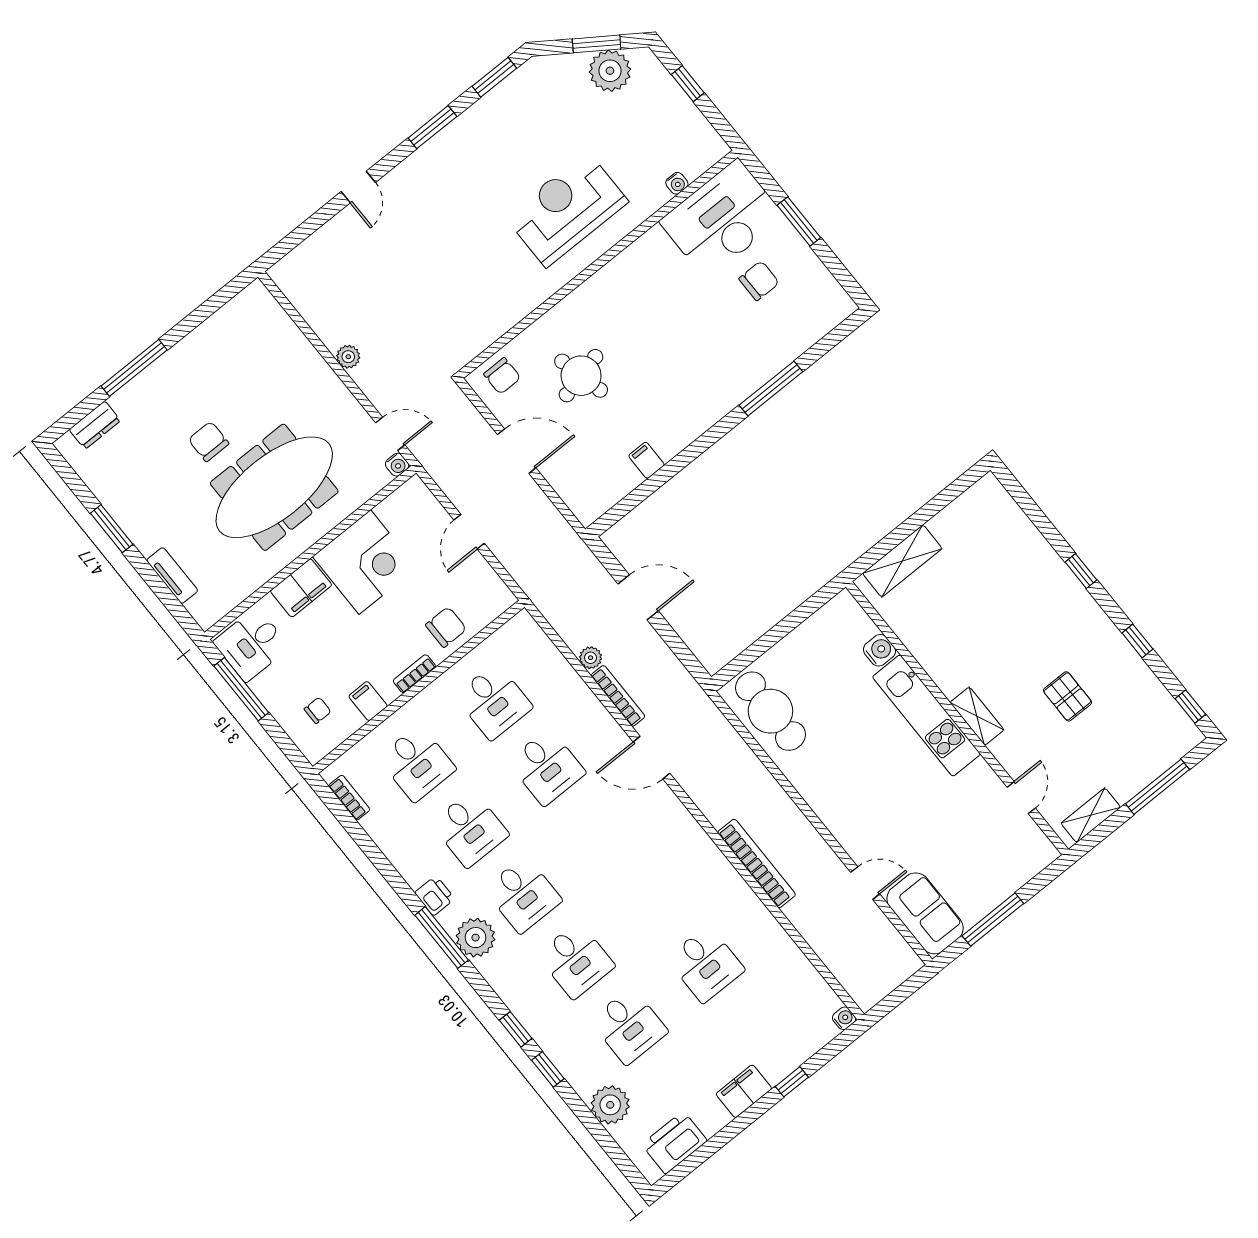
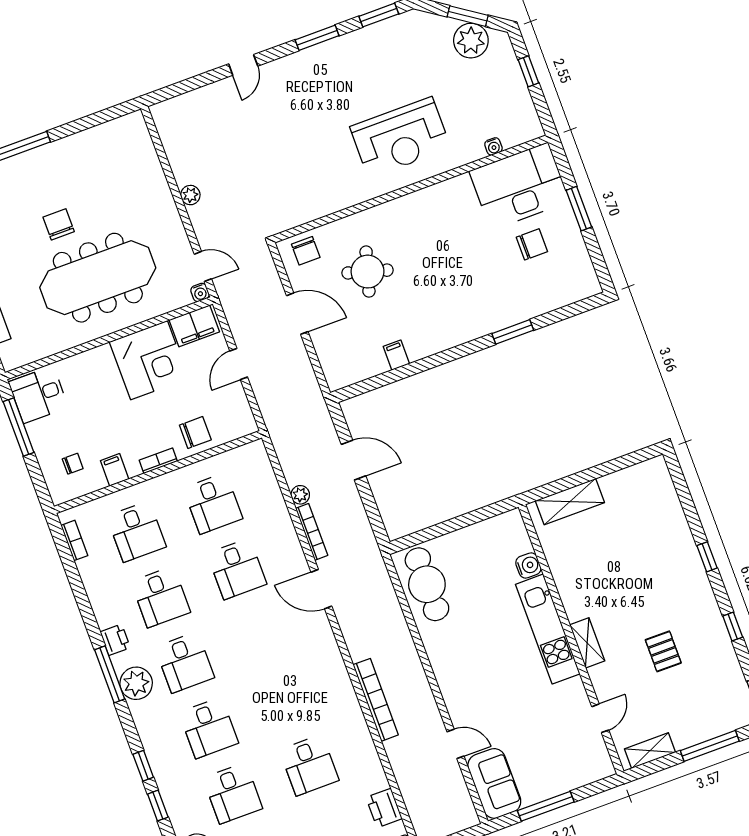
reception desk: (567, 209) -> (400, 137), turned 180
round table: (581, 376) -> (368, 272), turned 30
window: (771, 388) -> (513, 332), width x0.69
filing cabinet: (301, 588) -> (194, 326), moved
printer: (808, 984) -> (384, 808), added

